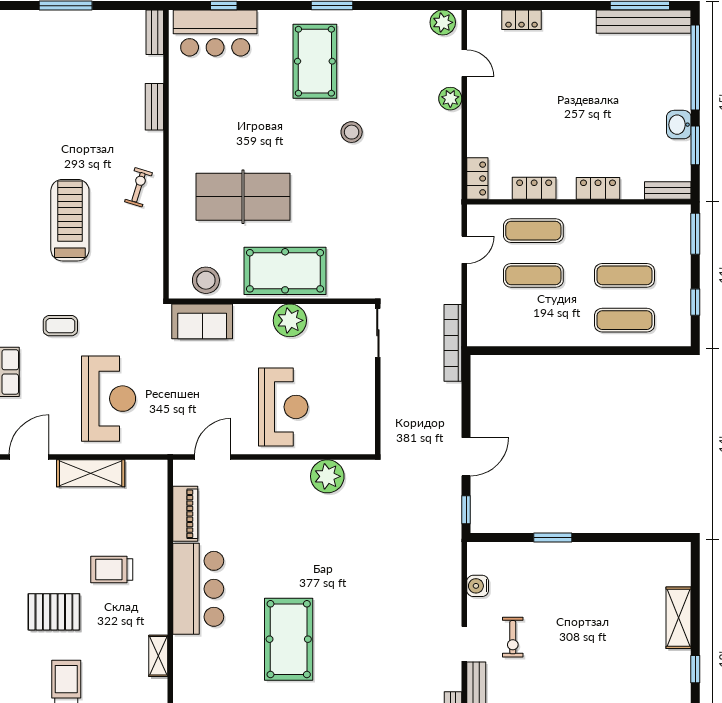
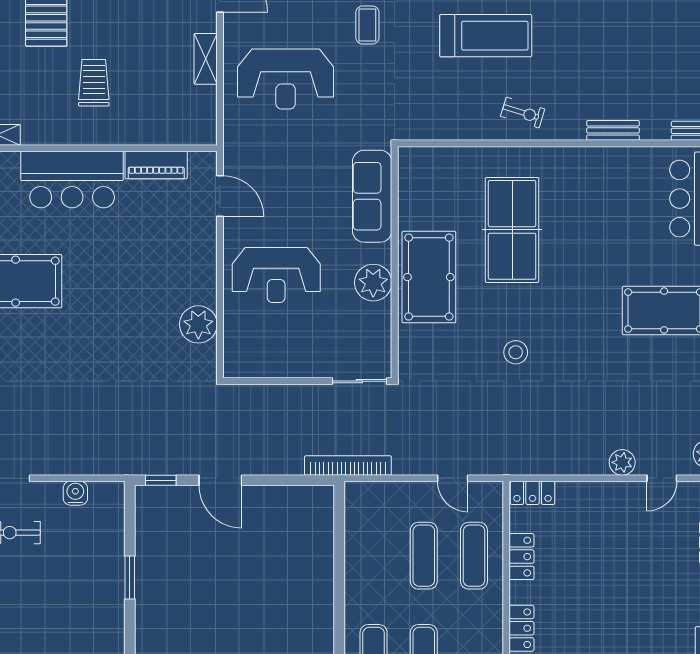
stool: (352, 132) -> (516, 352), moved
stool: (206, 280) -> (418, 188), removed
sofa: (202, 321) -> (372, 196), width x1.36
shelving: (91, 473) -> (206, 59), width x0.67, depth x0.75

